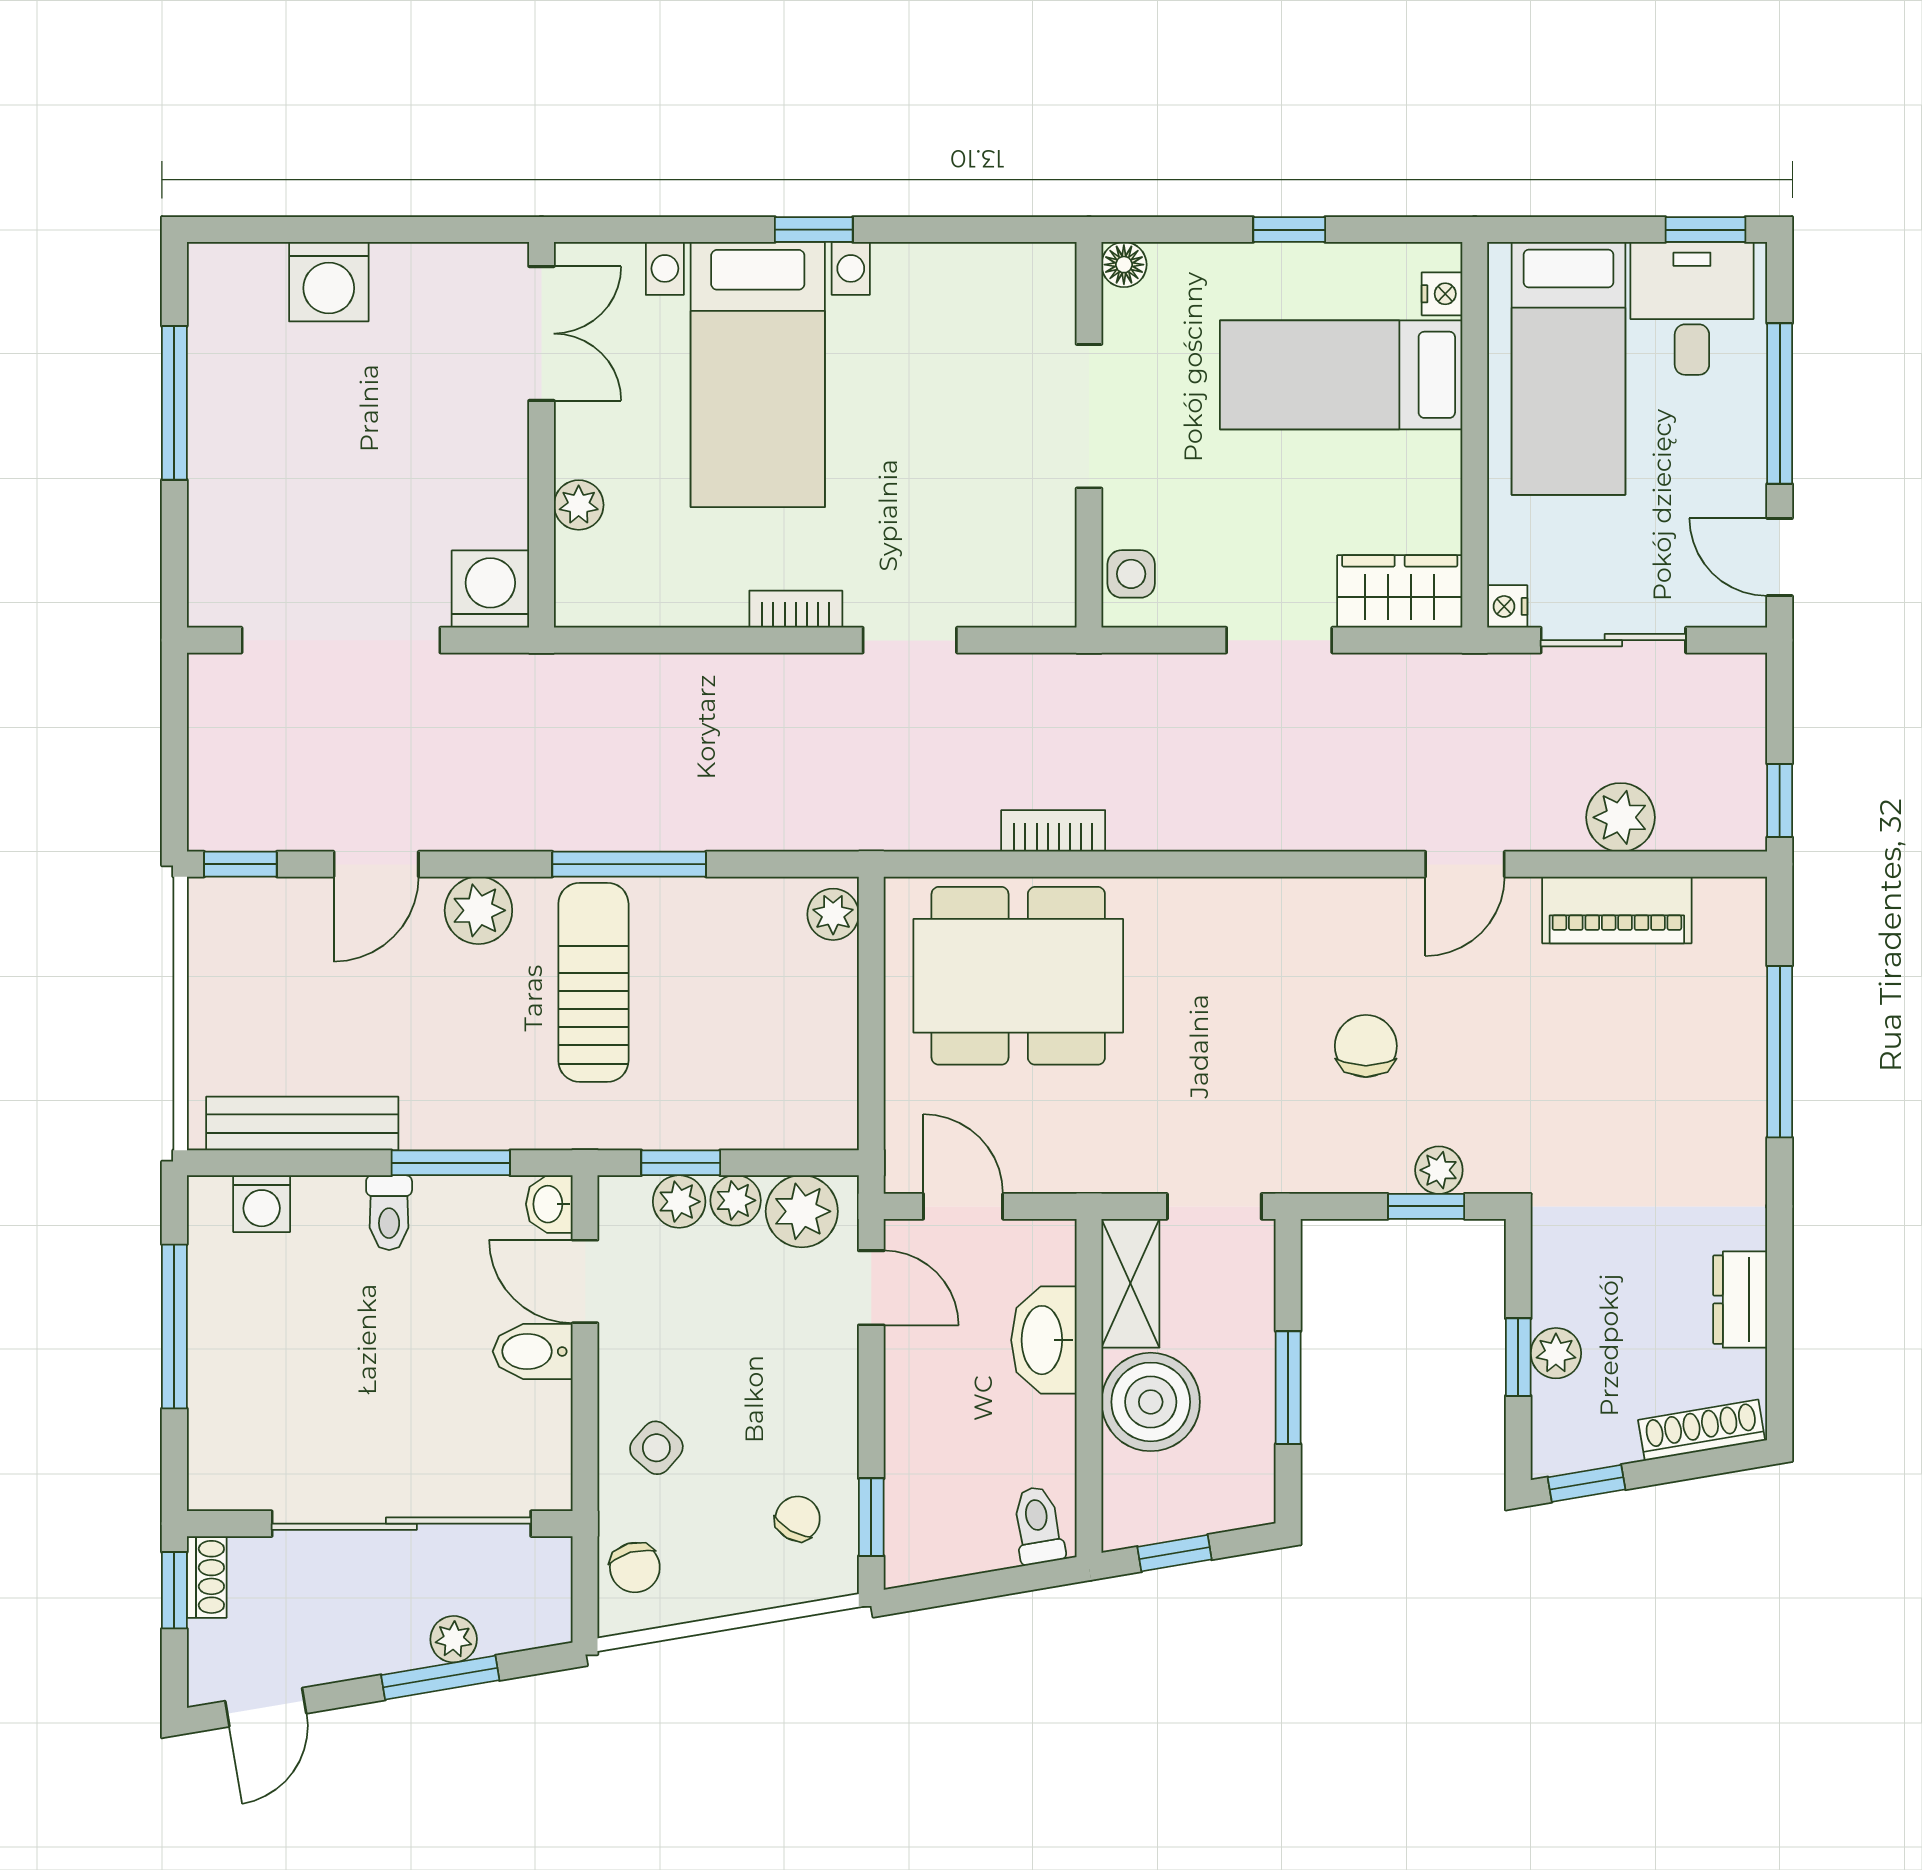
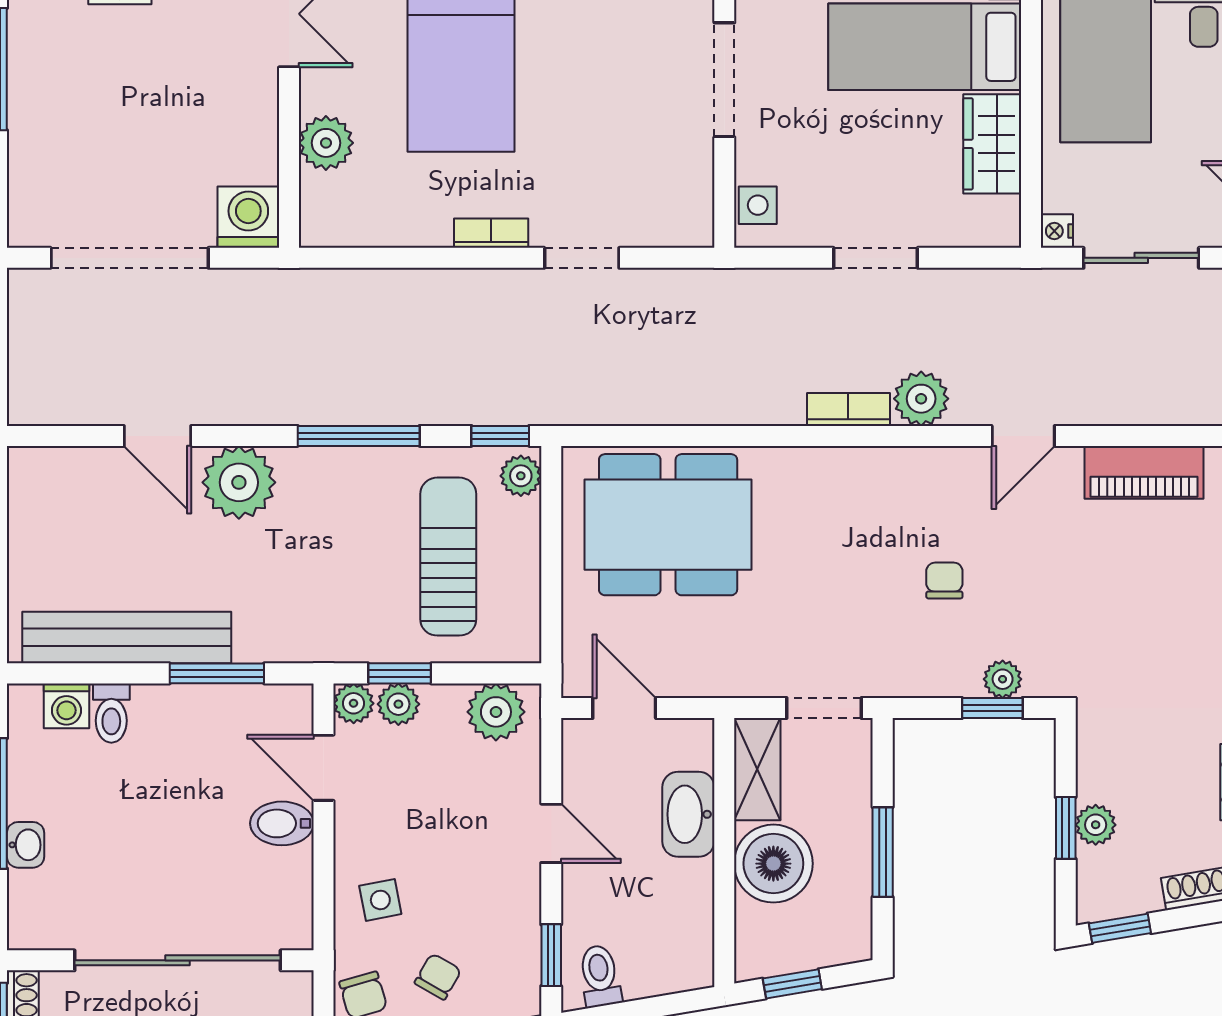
plant: (579, 505) -> (326, 143), width x1.38, depth x1.38
wardrobe: (1400, 591) -> (992, 144), moved, turned -90
plant: (1621, 817) -> (921, 399), moved
bookcase: (1053, 831) -> (848, 409), moved
window: (240, 864) -> (500, 436), moved
door: (376, 864) -> (157, 436), hinge flipped
plant: (478, 910) -> (239, 482), width x1.36, depth x1.36
sun lounger: (593, 982) -> (448, 557), moved
chair: (1366, 1046) -> (944, 581), width x0.73, depth x0.73
bench: (302, 1123) -> (127, 638), width x1.37, depth x1.21
plant: (736, 1200) -> (354, 703), moved
washbasin: (549, 1204) -> (26, 845), moved, turned 180
toilet: (389, 1213) -> (111, 713), moved
door: (871, 1288) -> (551, 833), moved
side table: (656, 1448) -> (380, 900), turned 38
chair: (798, 1519) -> (438, 977), moved
toilet: (1038, 1525) -> (600, 976), moved

